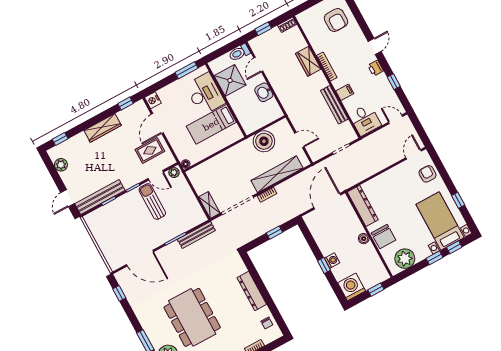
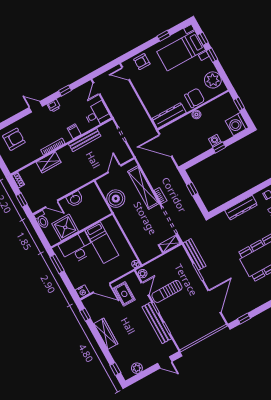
bench: (100, 197) -> (157, 323), moved

